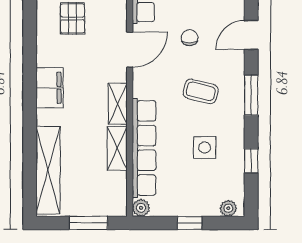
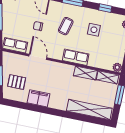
filing cabinet: (50, 88) -> (38, 98), moved
shelving: (118, 104) -> (108, 77), moved
row of seats: (144, 148) -> (76, 57), width x0.50

